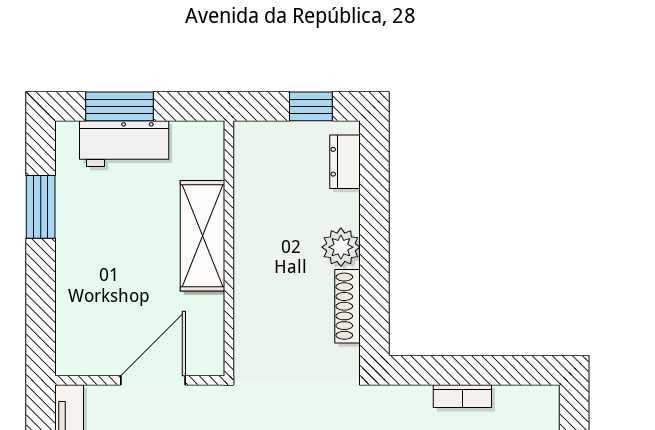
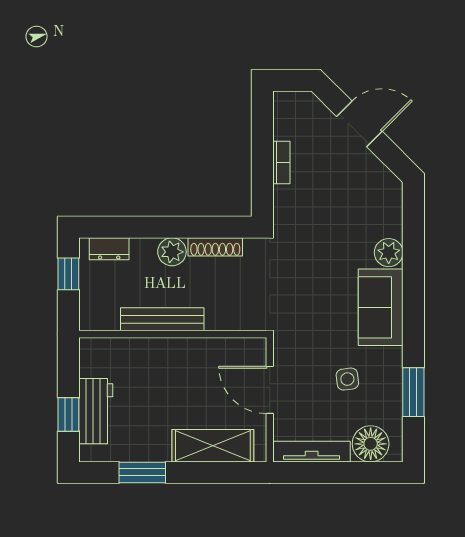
window: (119, 106) -> (68, 415), width x0.67
bench: (249, 234) -> (162, 319), added
shelving: (202, 236) -> (213, 446), moved

